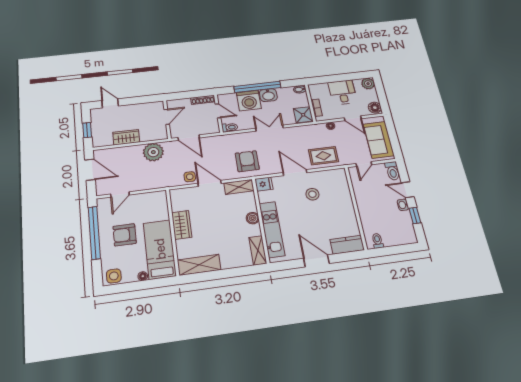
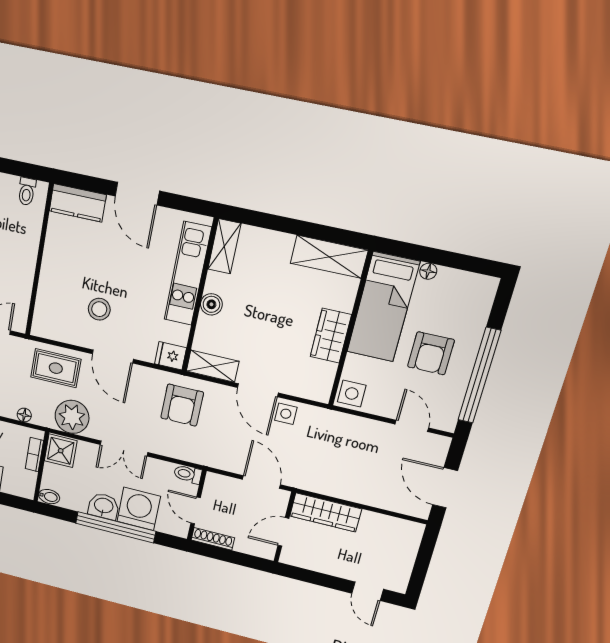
window: (87, 130) -> (423, 559), removed
wardrobe: (126, 137) -> (326, 512), moved, width x1.50
plant: (153, 152) -> (72, 417), moved
door: (120, 195) -> (412, 426), hinge flipped
armchair: (125, 235) -> (431, 353), turned 90
side table: (114, 276) -> (352, 394), moved

